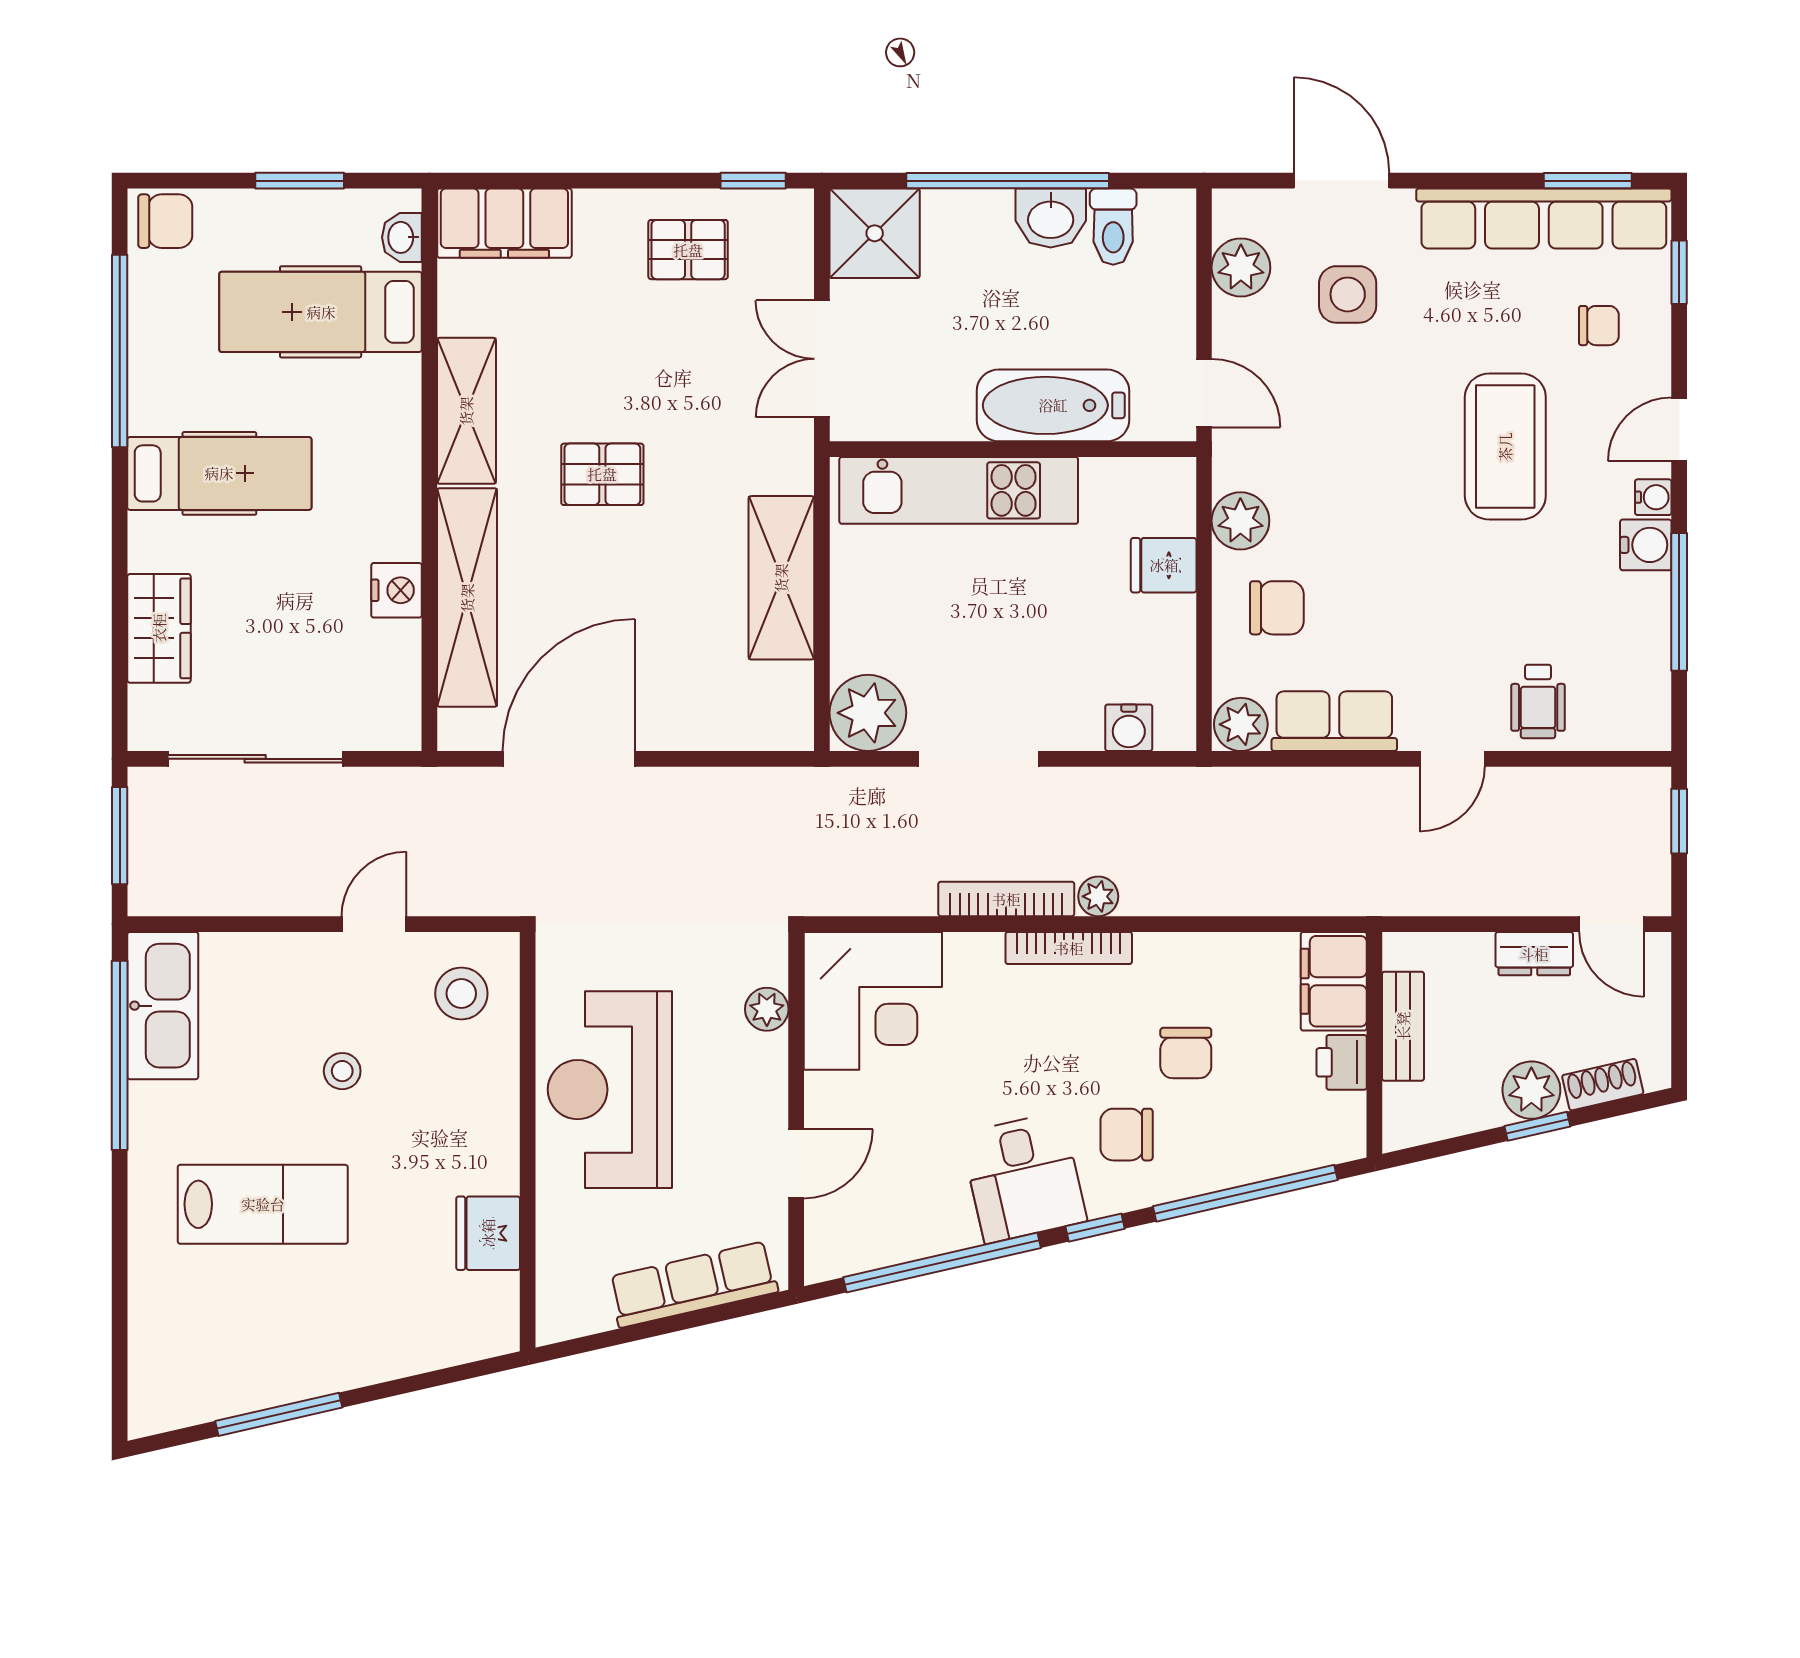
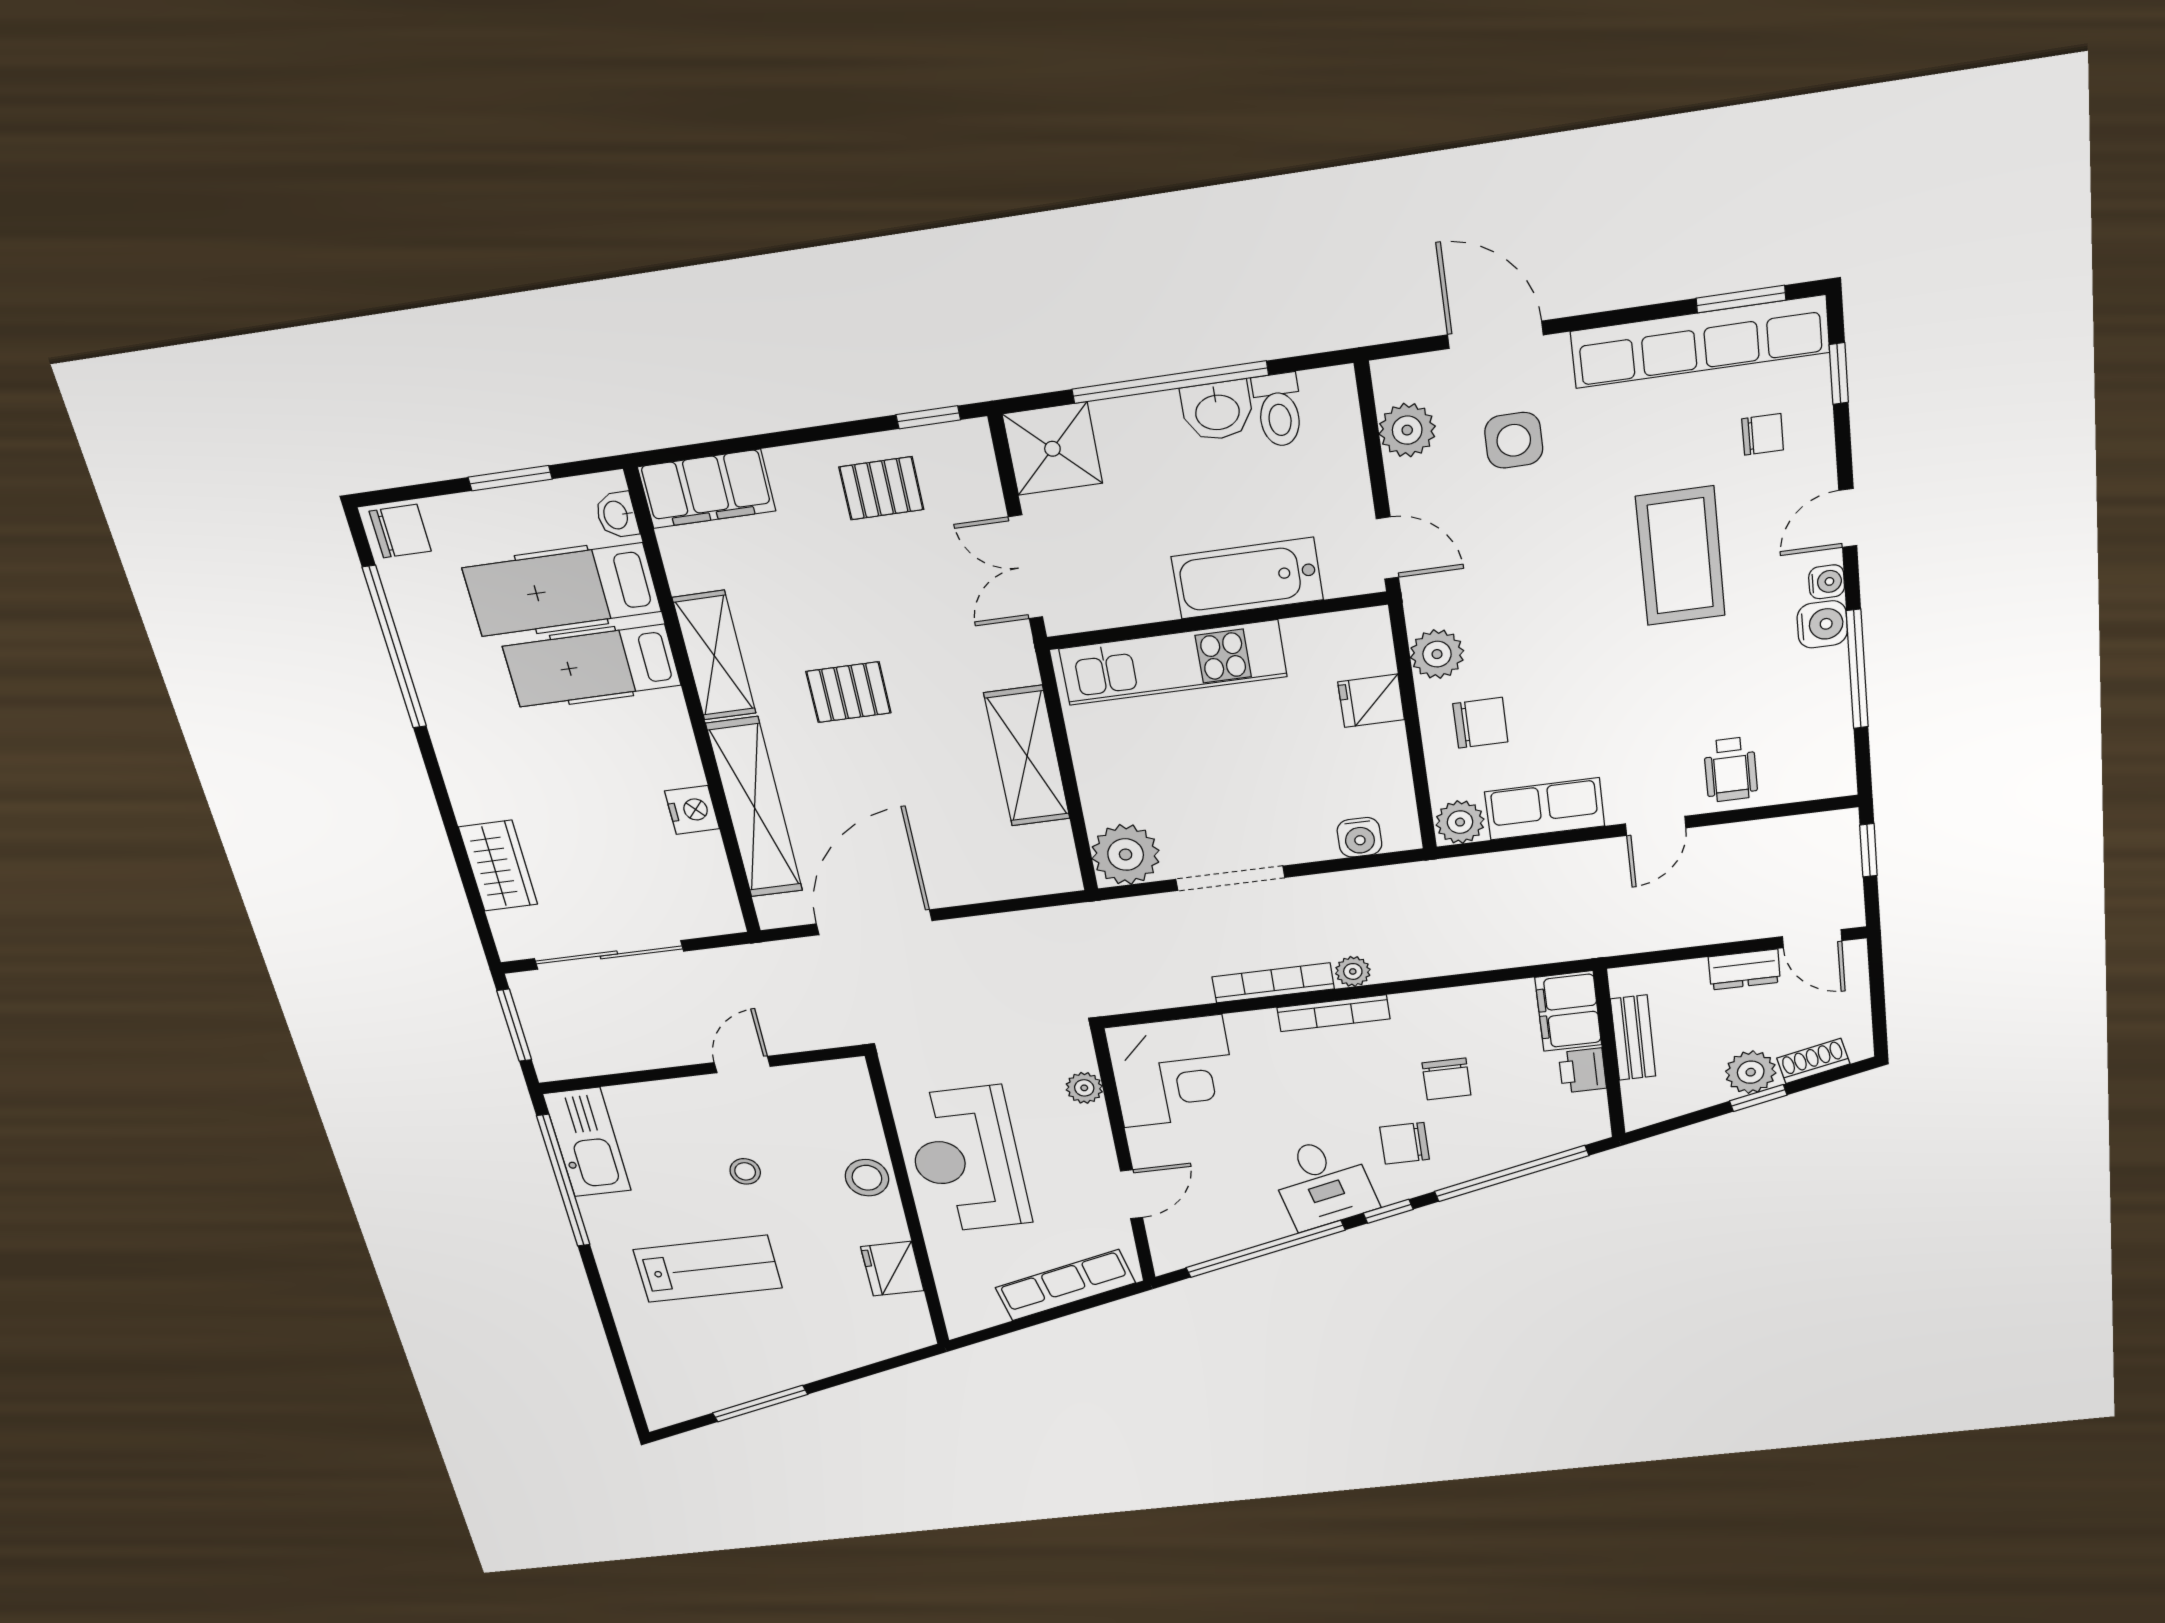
hospital bed: (219, 473) -> (592, 666), moved, turned 180
stool: (461, 994) -> (867, 1178), moved

